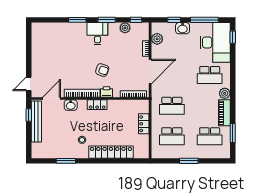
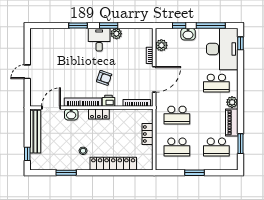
window: (136, 20) -> (139, 25), removed
plant: (125, 28) -> (116, 34), moved
door: (29, 84) -> (27, 72), moved
window: (29, 115) -> (27, 154), moved

